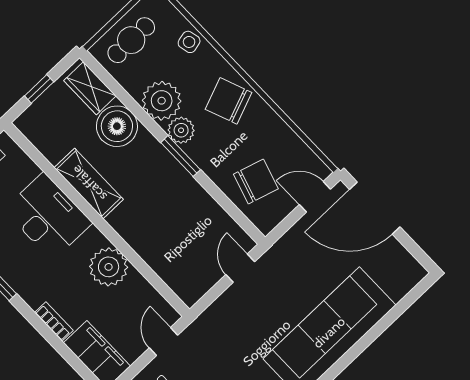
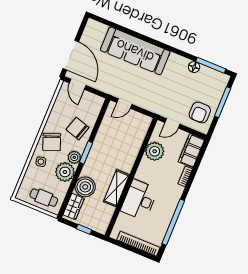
side table: (189, 42) -> (41, 162), moved
chair: (256, 182) -> (78, 129), moved
plant: (109, 267) -> (155, 151), moved

